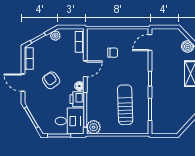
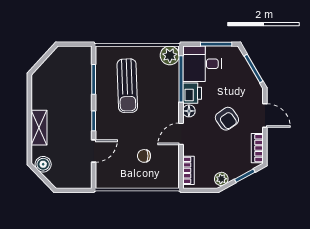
door: (150, 43) -> (94, 151), moved

